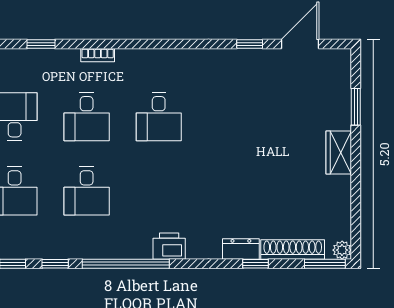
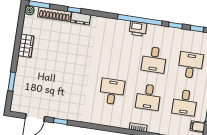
desk: (87, 117) -> (148, 97), turned 180
wardrobe: (339, 152) -> (26, 46), moved
desk: (87, 191) -> (154, 60), turned 180
printer: (169, 246) -> (138, 29), moved

